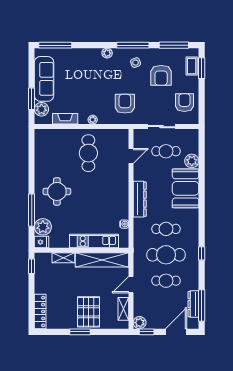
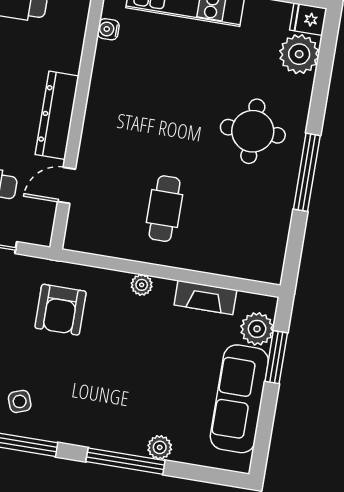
window: (55, 45) -> (125, 461), moved
plant: (107, 53) -> (160, 447), moved
cafe table: (88, 153) -> (165, 209), width x0.73, depth x0.74
dresser: (140, 199) -> (57, 115), moved
window: (32, 210) -> (307, 172), moved

